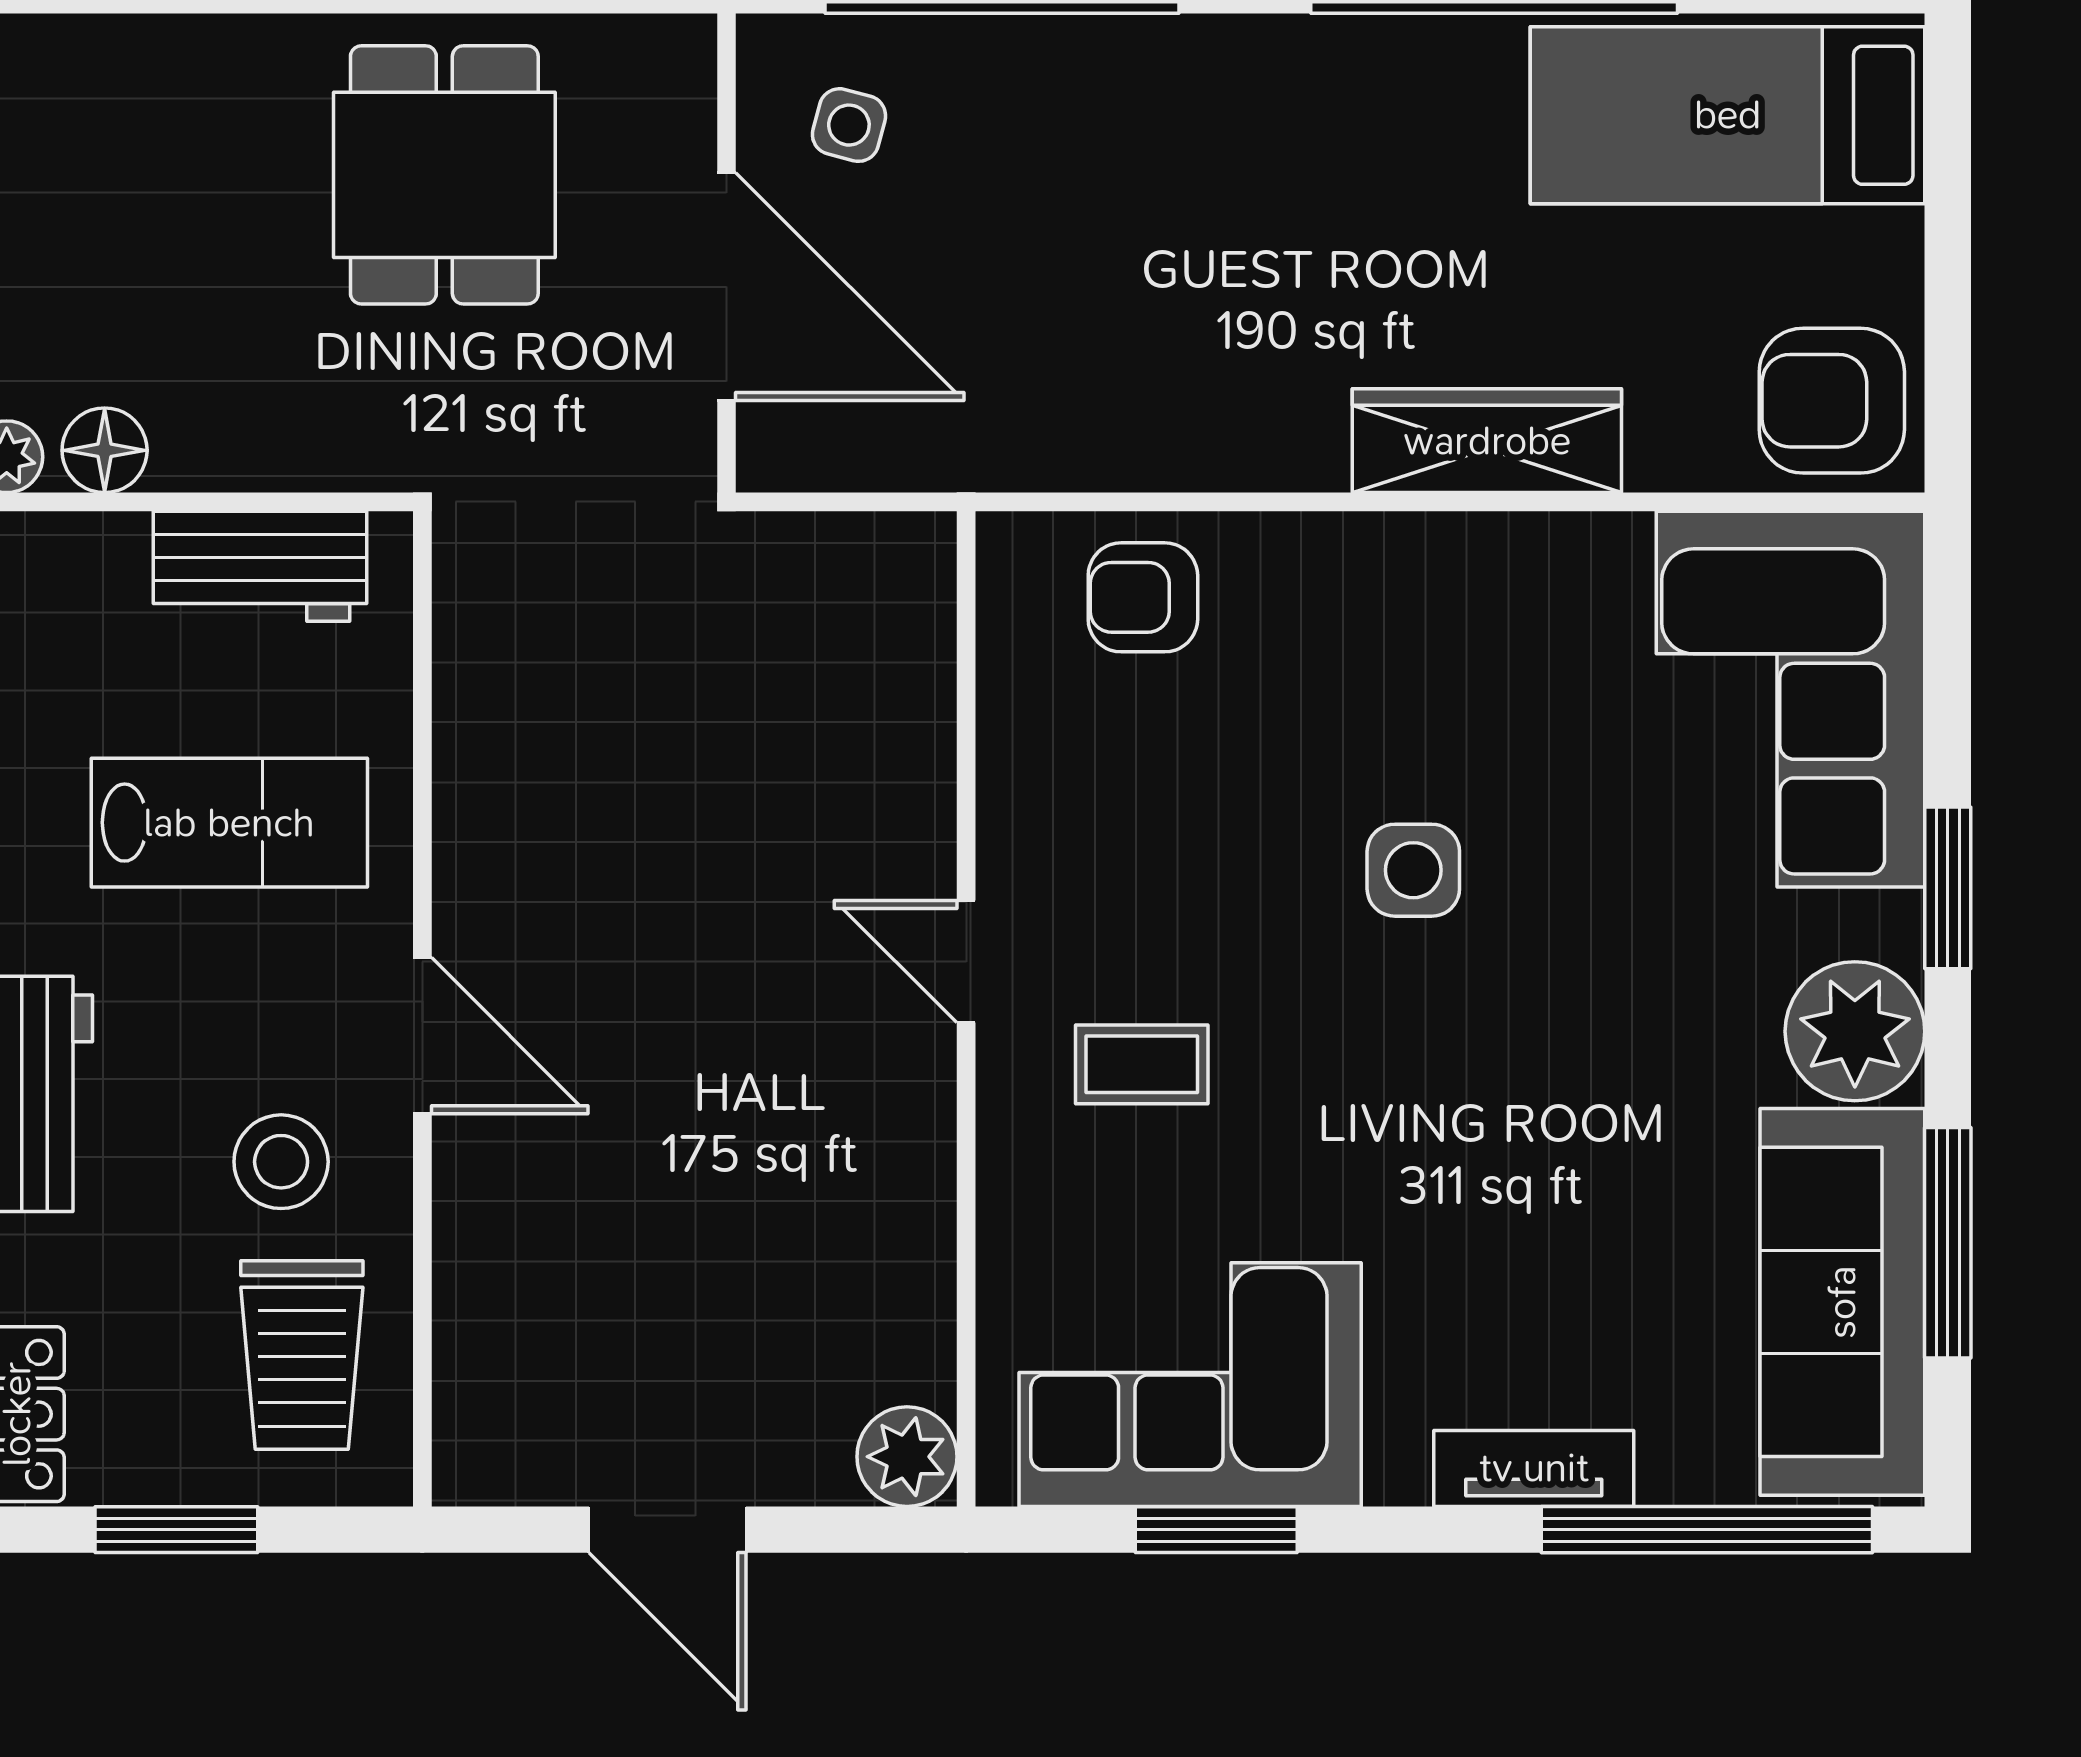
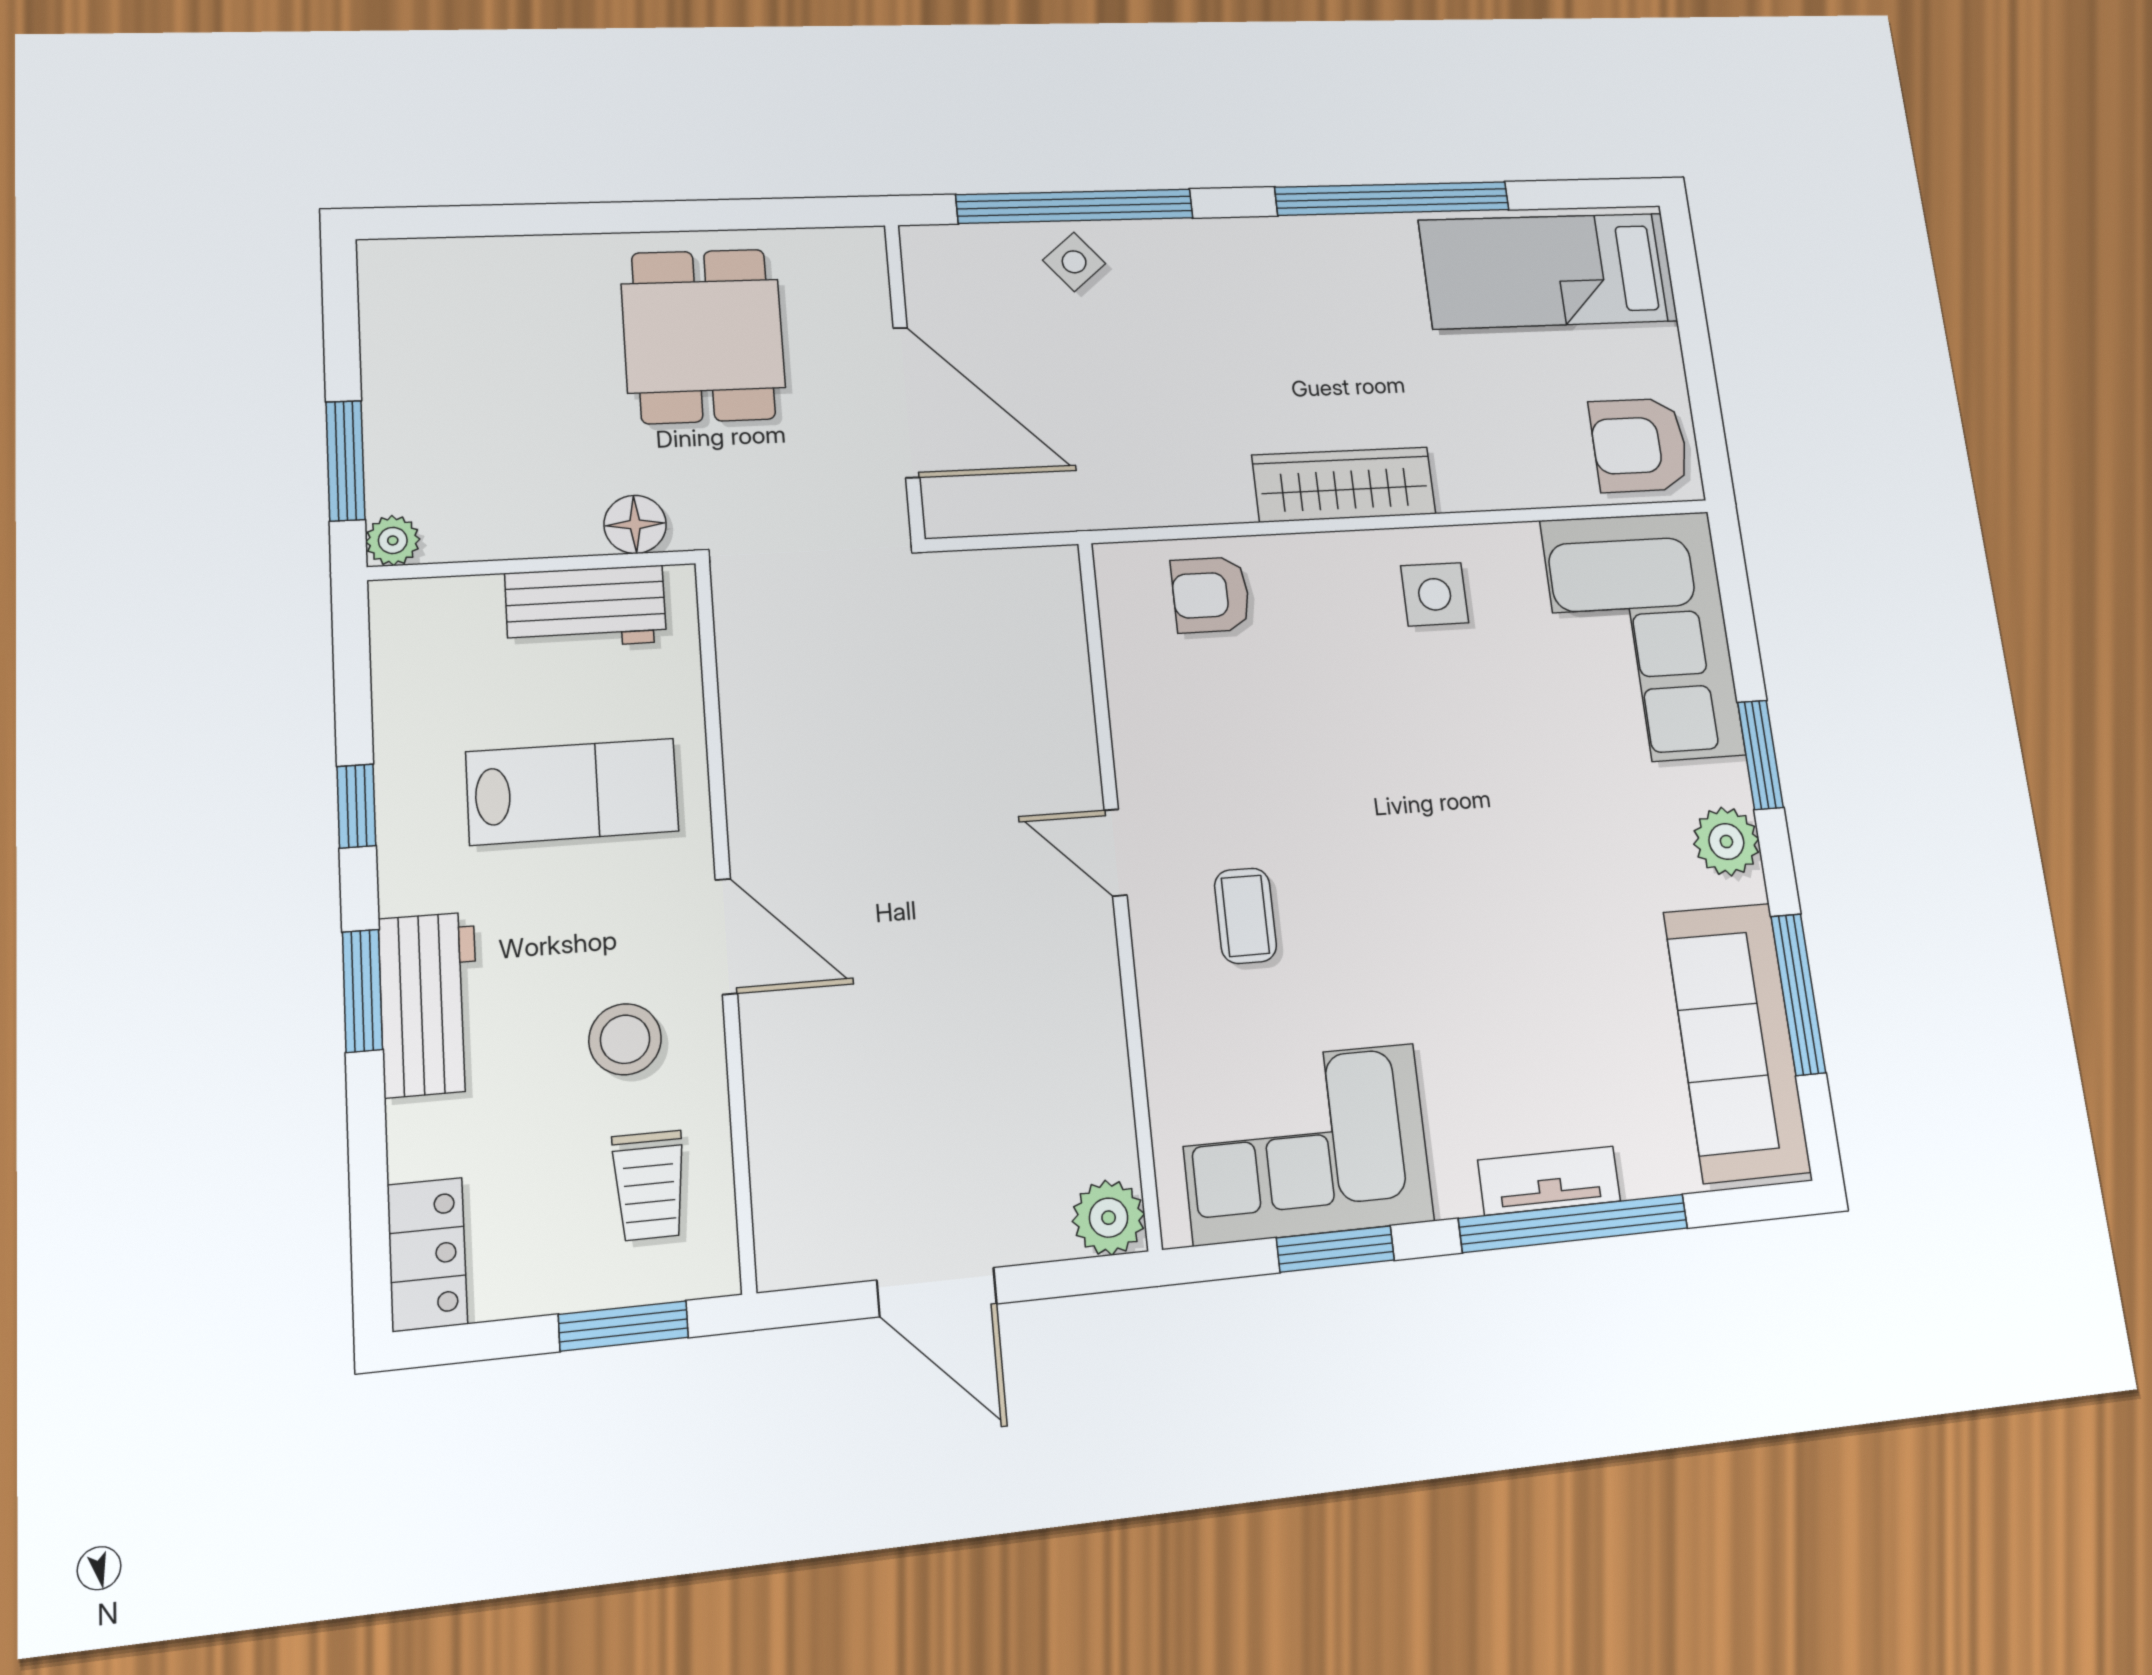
side table: (849, 125) -> (1074, 262), moved, turned 35
wardrobe: (1487, 441) -> (1344, 484), moved
floor lamp: (105, 450) -> (635, 524), moved
side table: (1413, 870) -> (1435, 594), moved
plant: (1855, 1031) -> (1726, 842), width x0.73, depth x0.73
coffee table: (1142, 1064) -> (1245, 916), turned 90
trolley: (302, 1355) -> (649, 1186), width x0.73, depth x0.72
window: (176, 1530) -> (623, 1326), moved
window: (1707, 1530) -> (1574, 1223), moved

